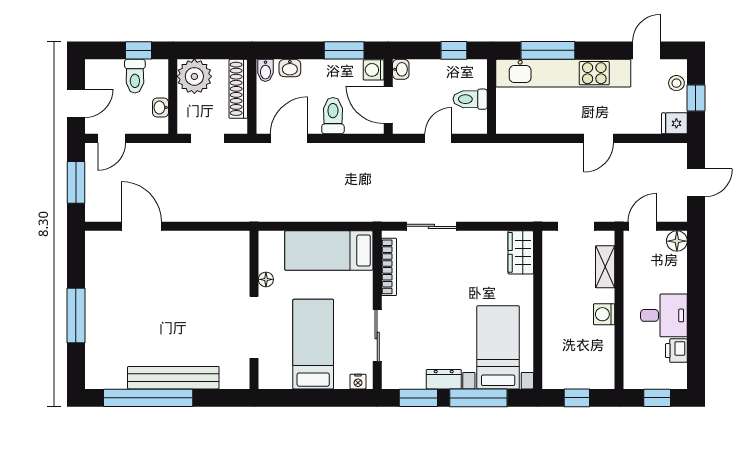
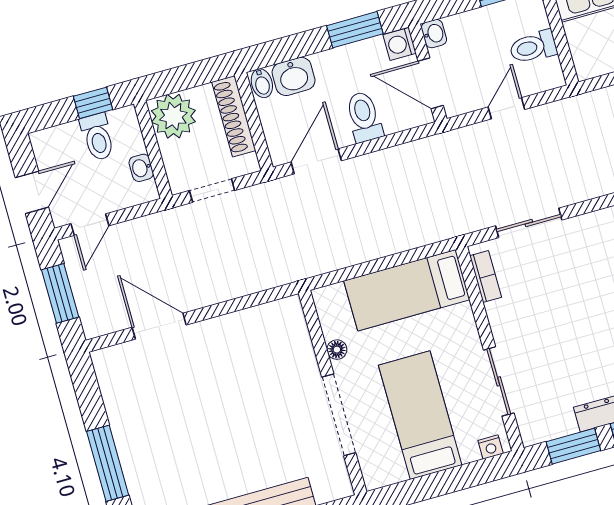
washbasin: (290, 68) -> (294, 76), width x1.38, depth x1.45
bookcase: (389, 267) -> (486, 277), width x0.64

